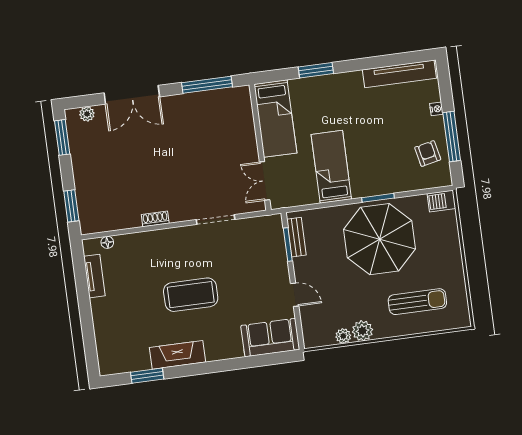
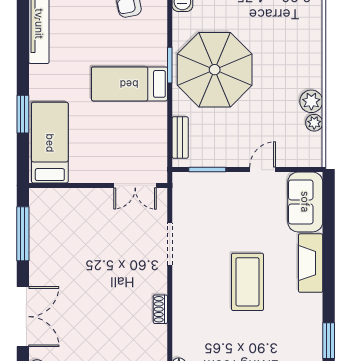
bed: (275, 119) -> (50, 143), moved, turned -90
bed: (331, 167) -> (129, 84), moved
bench: (296, 237) -> (180, 137), moved, turned 90
sun lounger: (417, 302) -> (288, 38), removed
fireplace: (178, 355) -> (311, 263), moved

